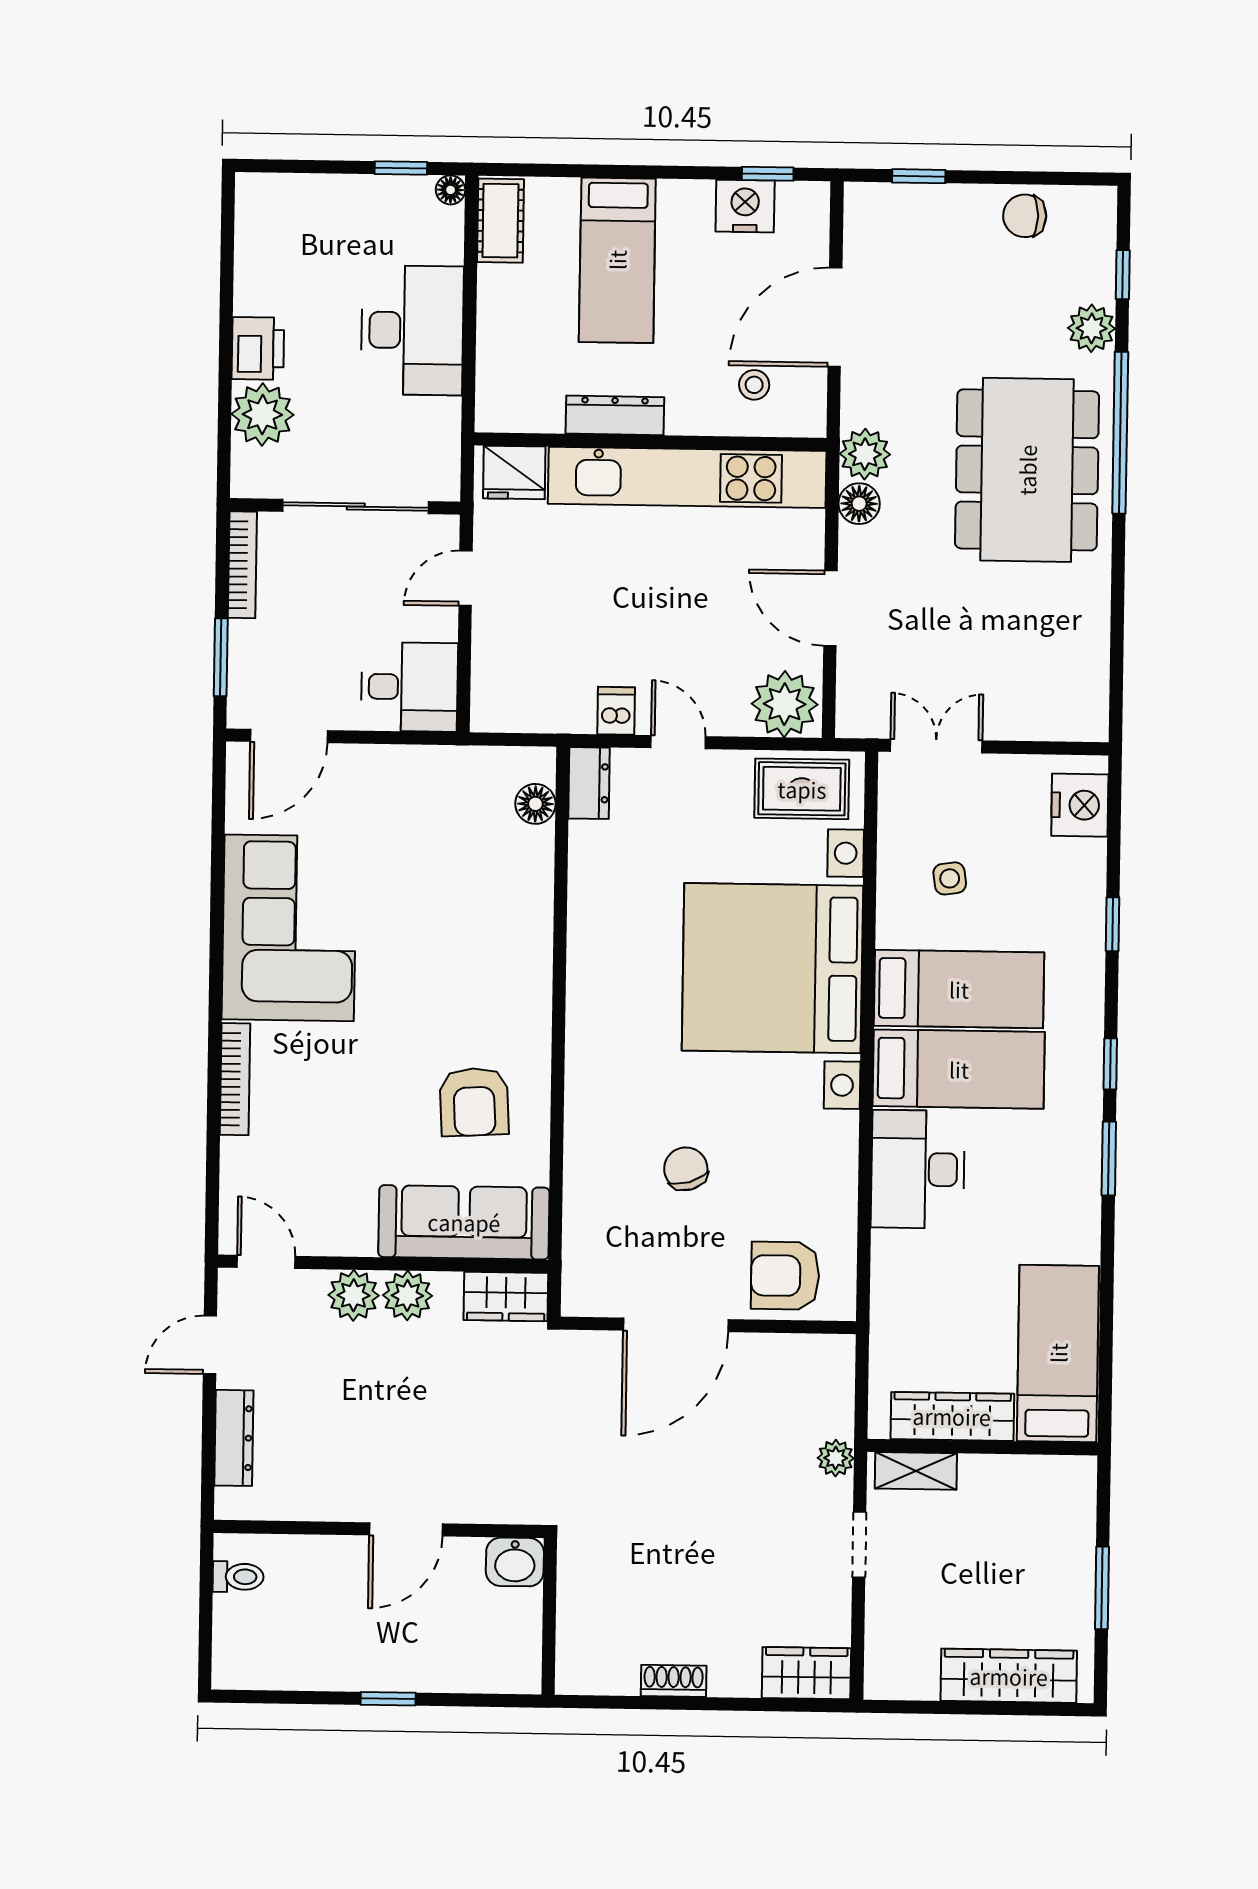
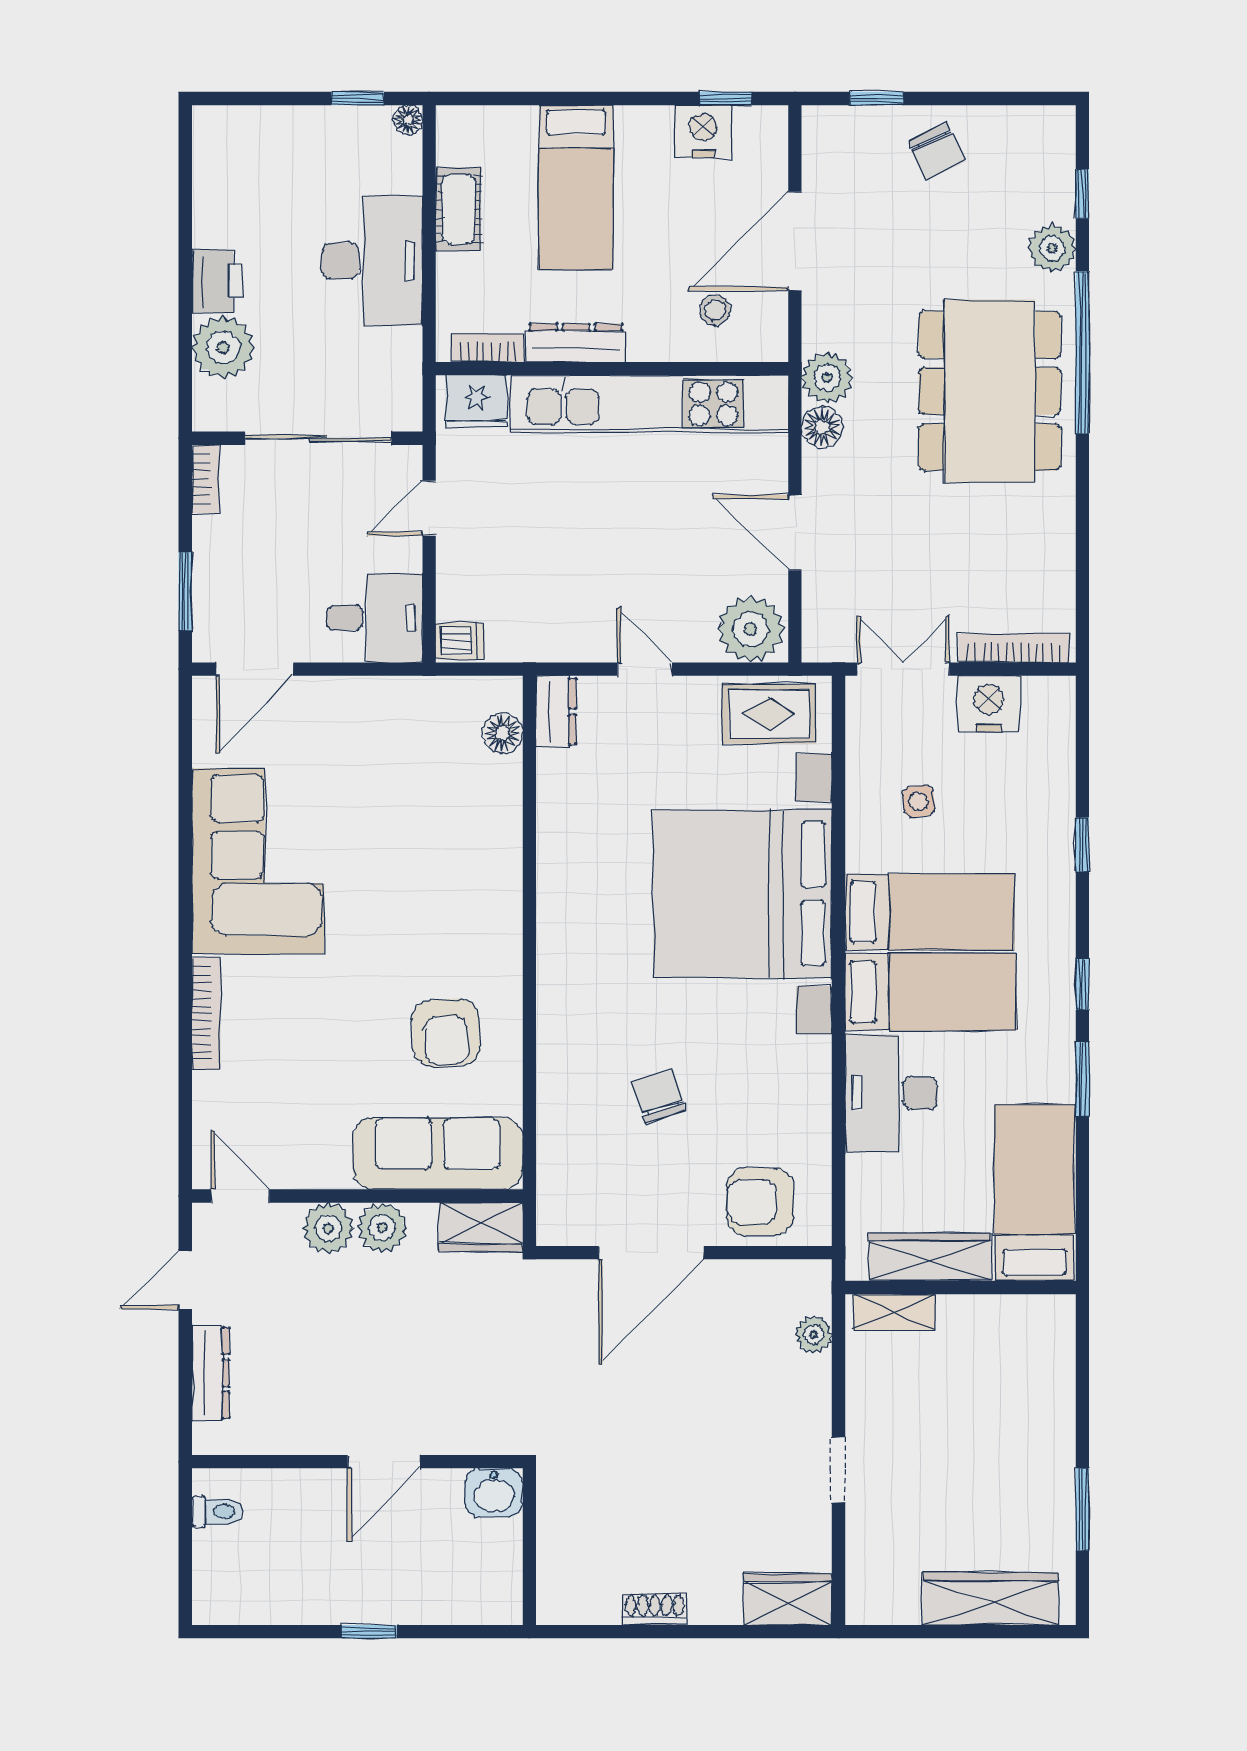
chair: (1025, 216) -> (937, 151), moved, turned -115
cot: (500, 221) -> (458, 209), moved
bookcase: (527, 419) -> (488, 348), added
bookcase: (242, 565) -> (205, 479), width x0.64
dishwasher: (616, 711) -> (460, 641), moved, turned 90
bookcase: (1047, 727) -> (1014, 648), added
nightstand: (1080, 805) -> (989, 704), moved, turned -90
bed: (1058, 1353) -> (1034, 1193), moved
wardrobe: (952, 1416) -> (930, 1257), moved
wall: (983, 1447) -> (960, 1287), moved
plant: (836, 1458) -> (814, 1335), moved
shelving: (916, 1471) -> (894, 1312), moved

